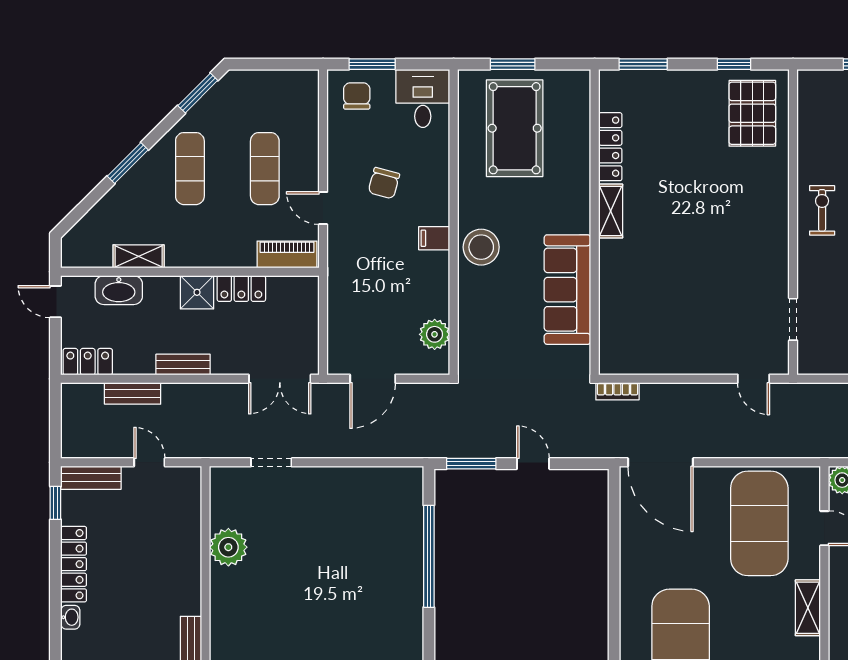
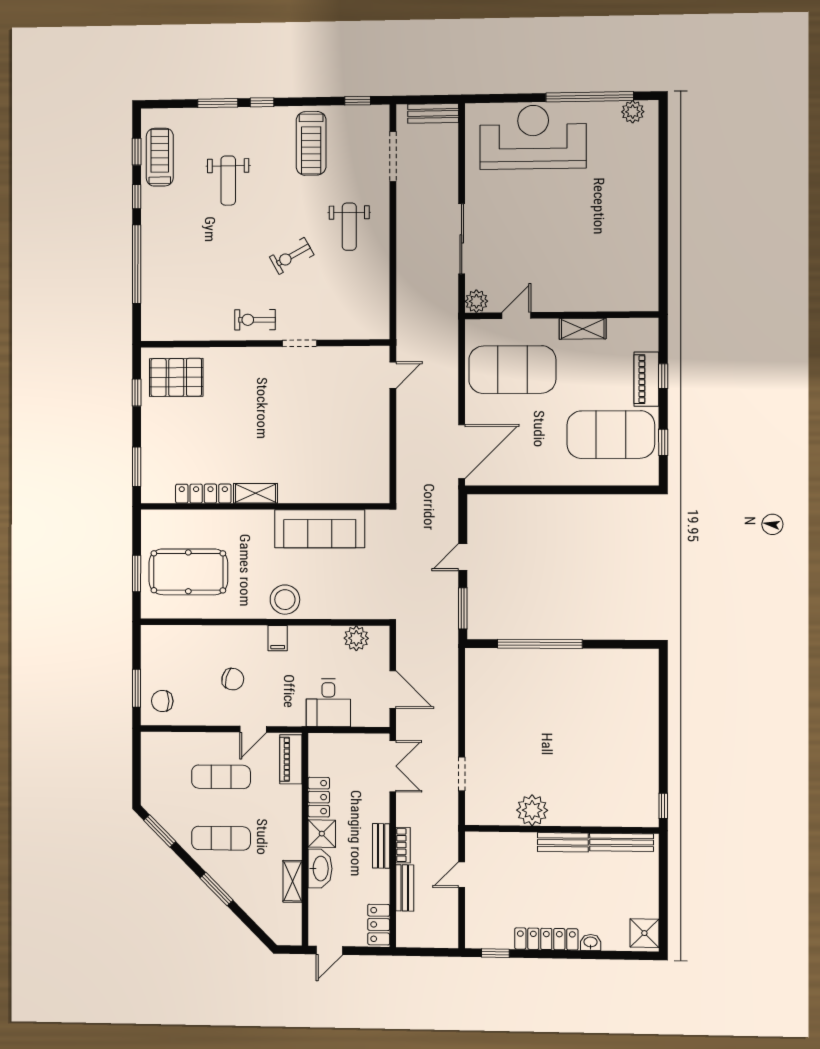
desk: (423, 98) -> (328, 703), moved, turned -90
washbasin: (119, 290) -> (320, 869), moved
doorway: (793, 319) -> (300, 343), moved
bookcase: (617, 391) -> (403, 845), moved
bench: (91, 478) -> (563, 842), moved, turned 90

